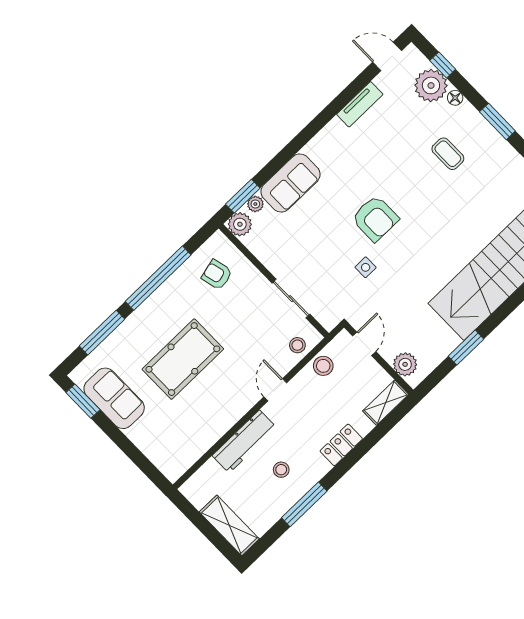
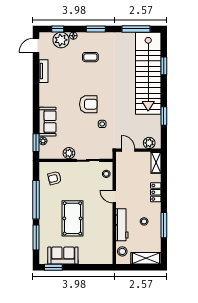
plant: (240, 224) -> (69, 153), moved
stool: (323, 366) -> (122, 251), moved

